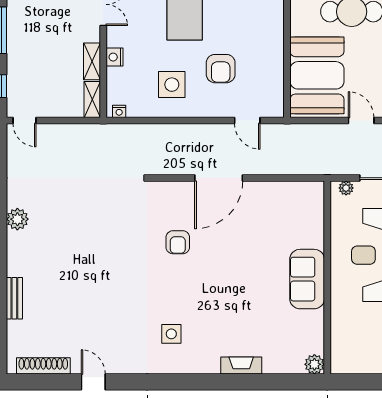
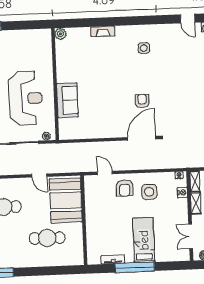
nightstand: (114, 57) -> (182, 193), moved
armchair: (221, 69) -> (125, 188), moved, turned 180
door: (219, 178) -> (142, 138), moved
sofa: (307, 279) -> (67, 100), moved

